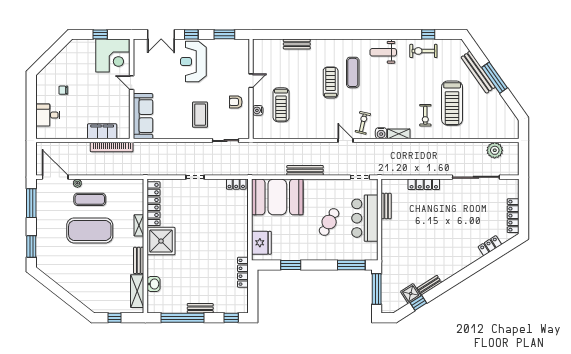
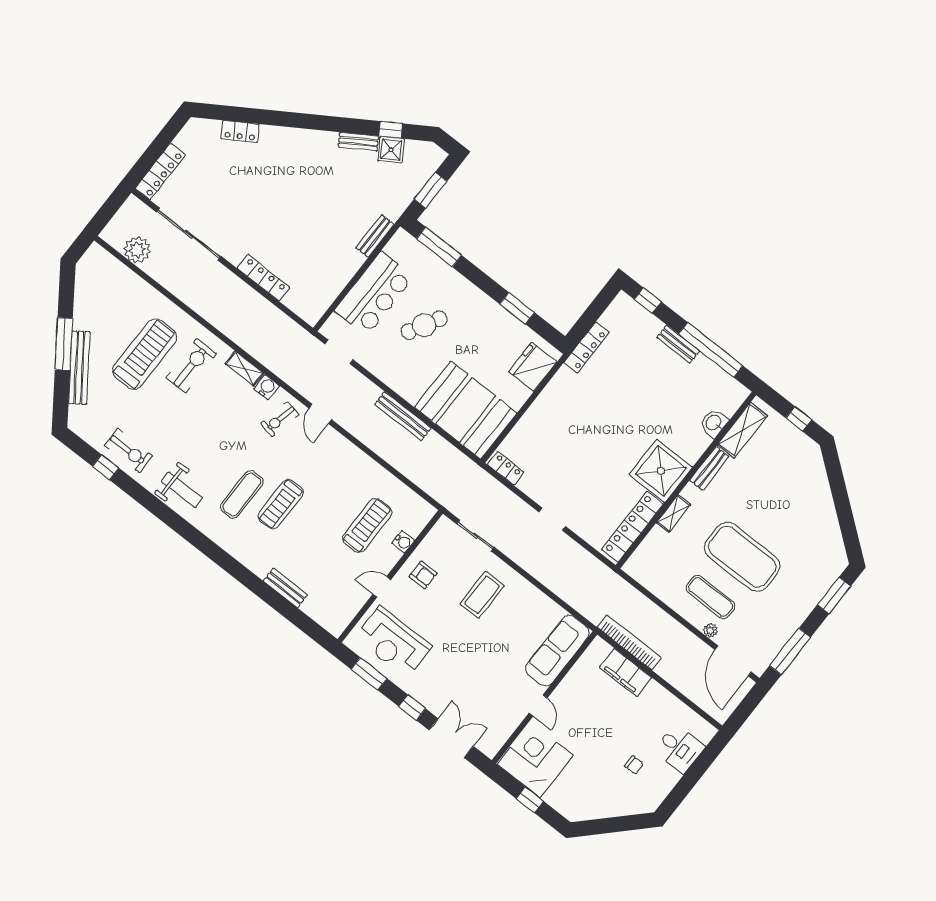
reception desk: (193, 62) -> (393, 642), moved, turned 90
exercise bike: (425, 115) -> (191, 366), width x1.38, depth x1.39
bench: (386, 206) -> (375, 236), moved
locker: (513, 216) -> (160, 172), moved
window: (377, 289) -> (431, 190), width x0.69

